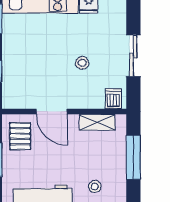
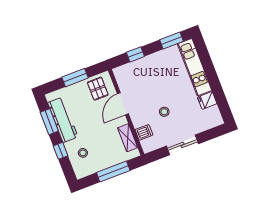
dishwasher: (113, 99) -> (144, 132), moved
pallet: (20, 136) -> (98, 89), turned 90

